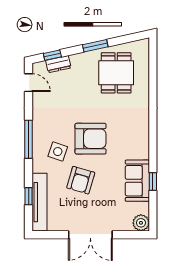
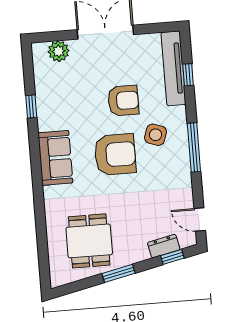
armchair: (91, 139) -> (115, 154), turned 180
armchair: (81, 180) -> (123, 101), turned 74
sofa: (137, 181) -> (55, 158), moved
plant: (141, 223) -> (59, 51), moved

